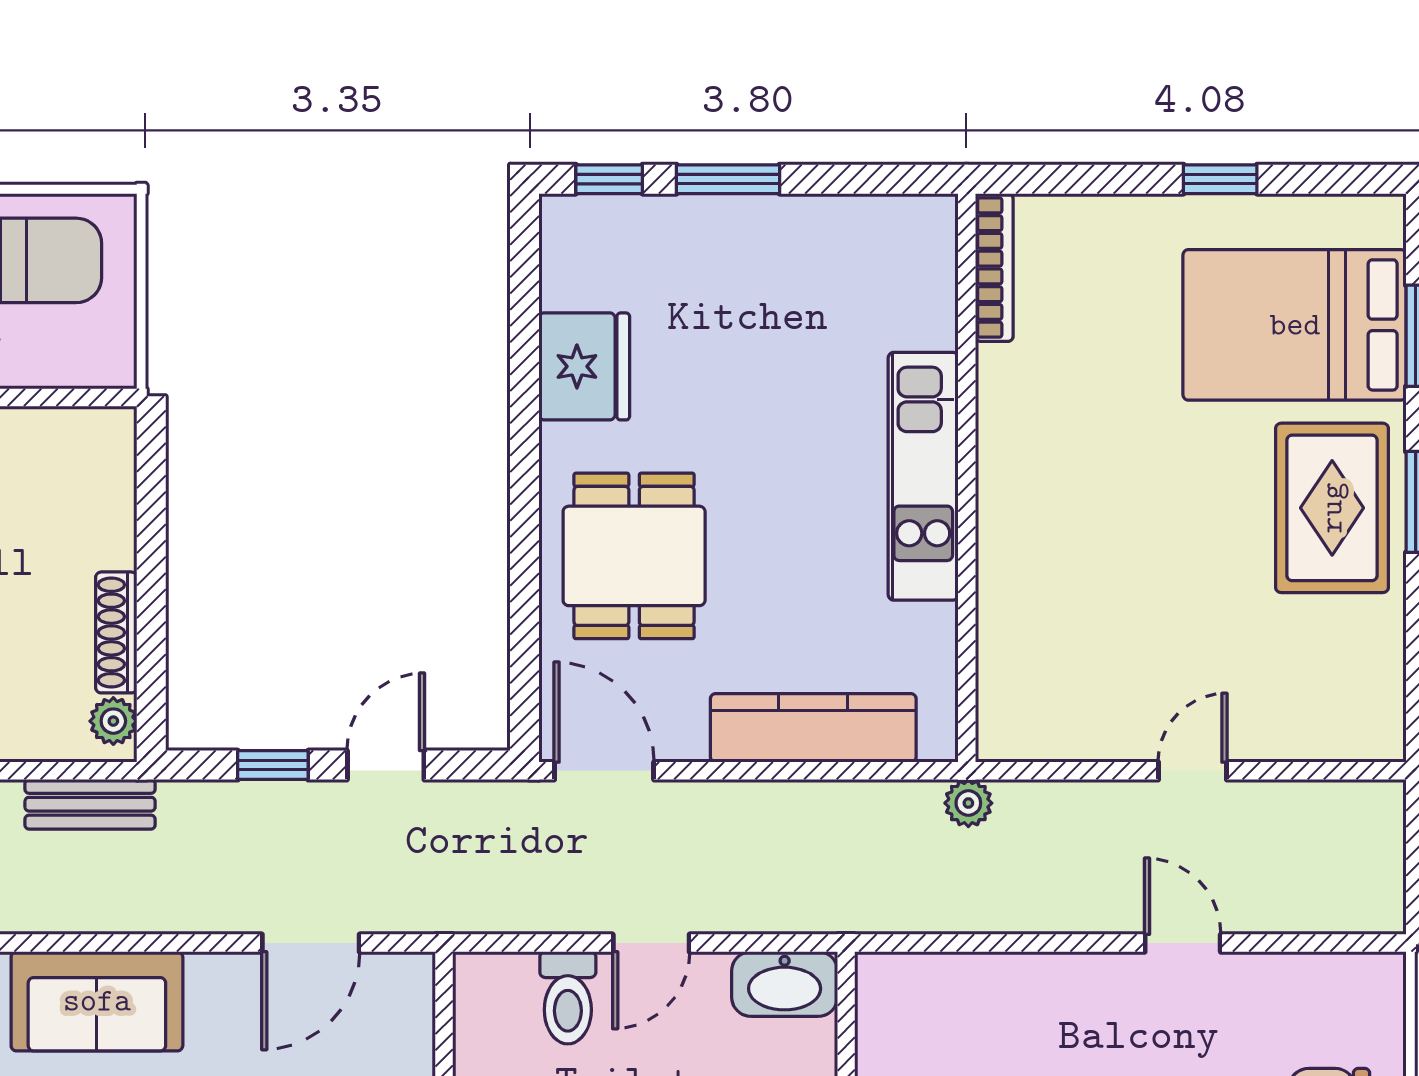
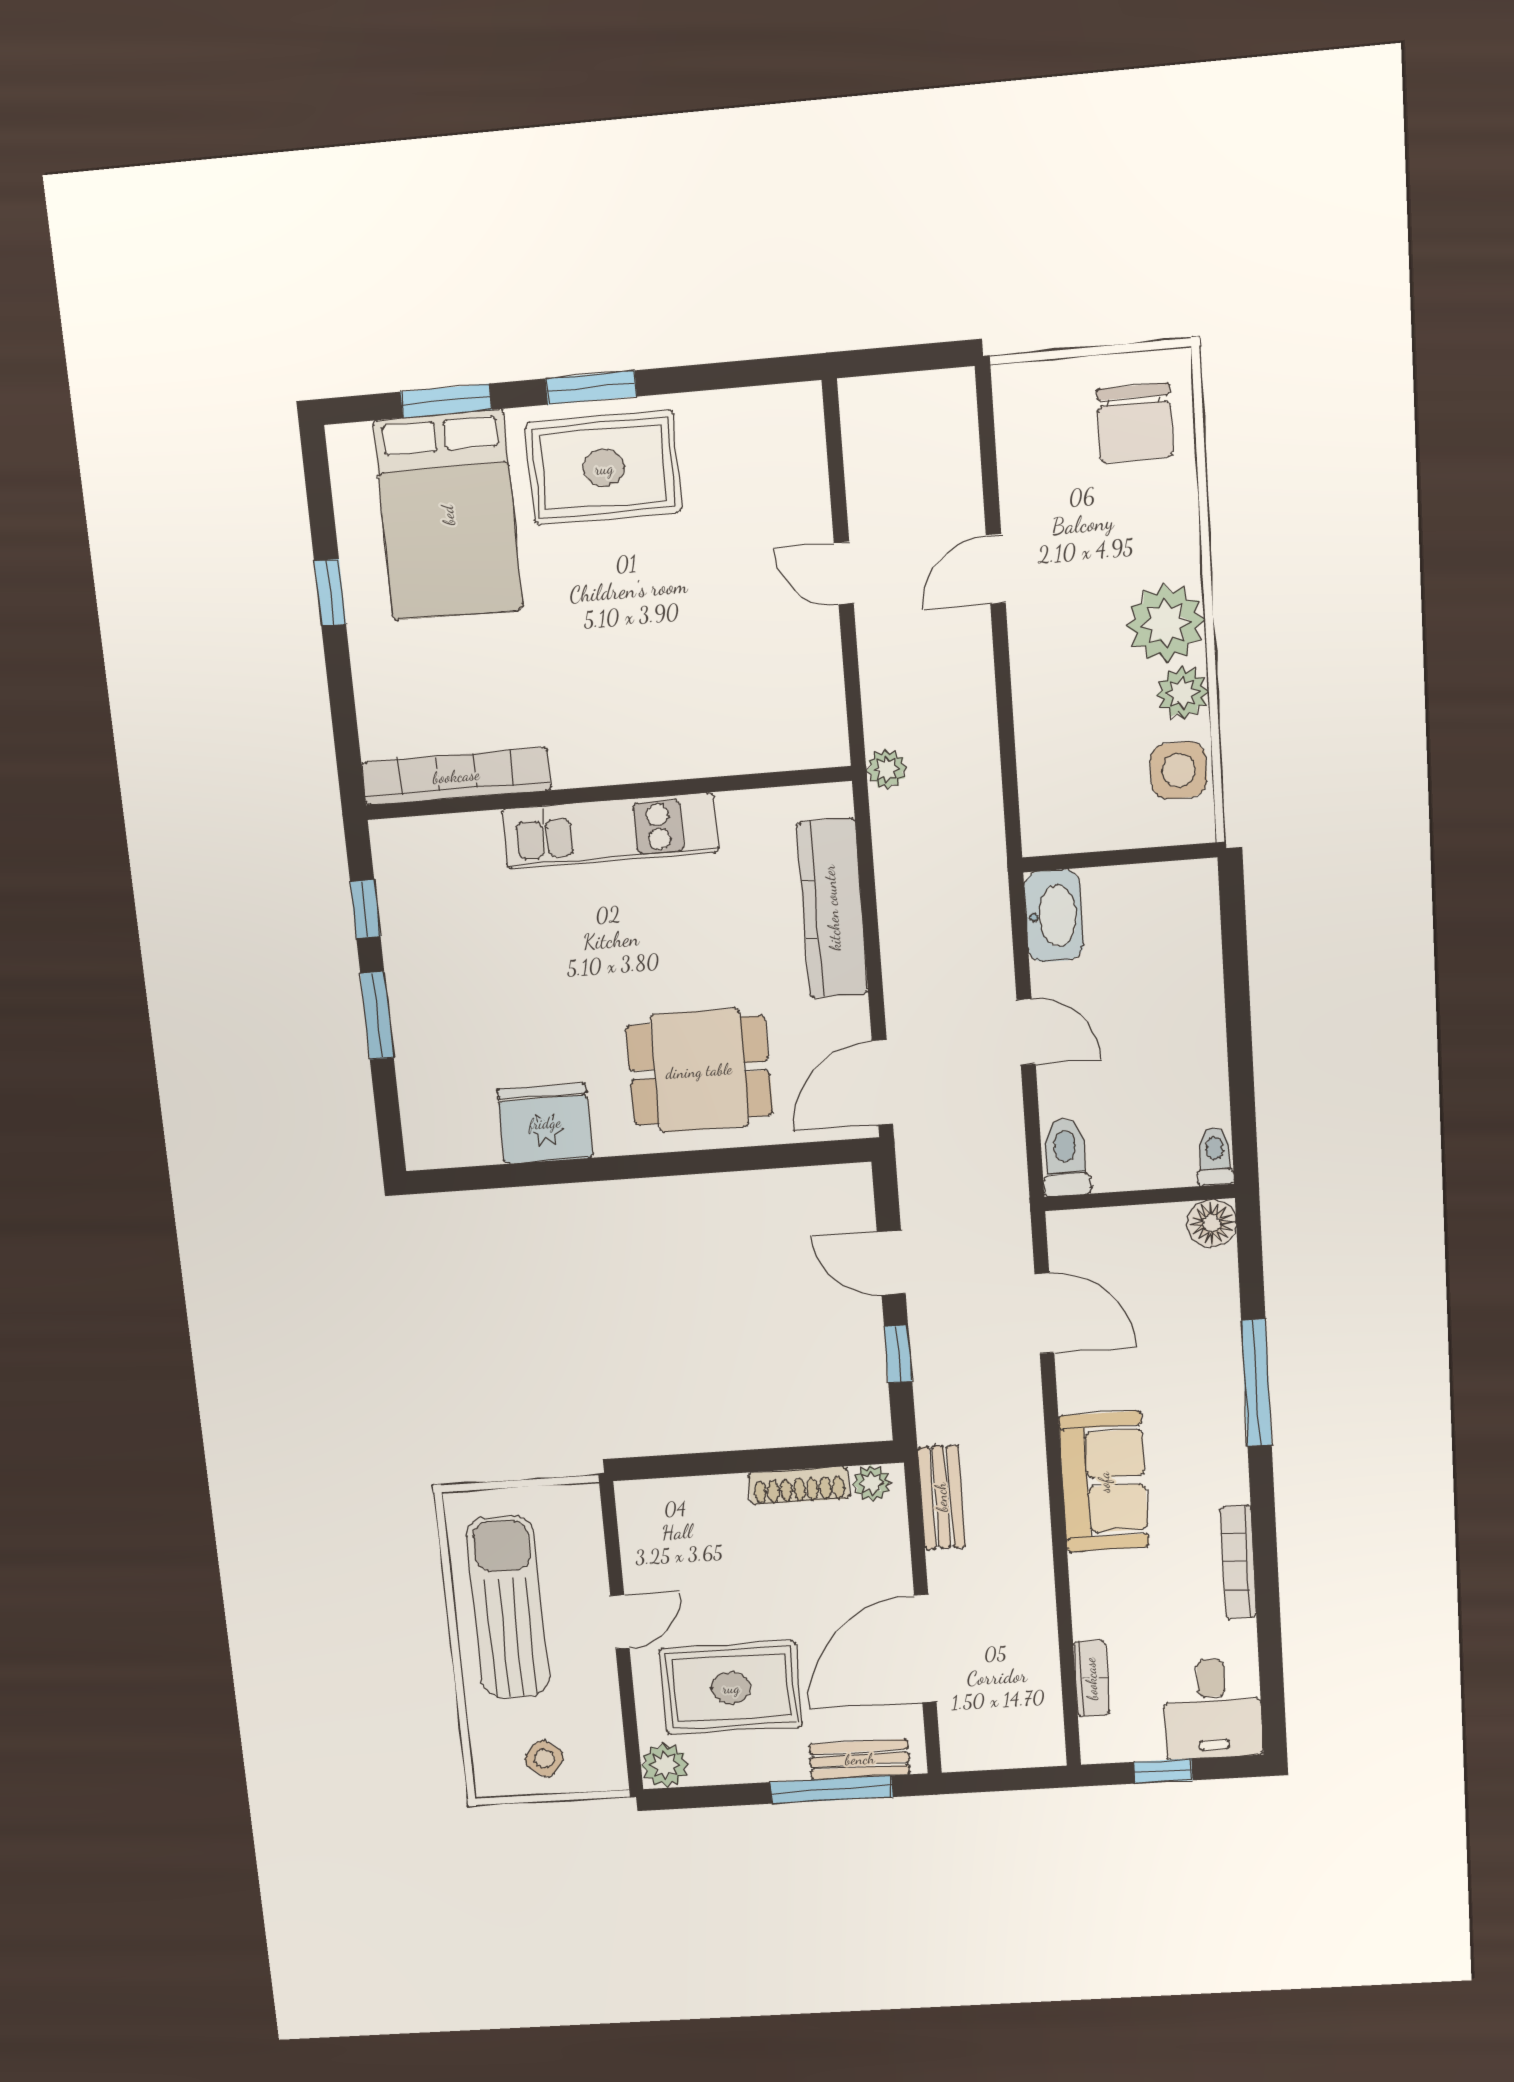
window: (609, 179) -> (365, 909), moved
bookcase: (994, 268) -> (456, 776), width x1.48, depth x1.31
toilet: (568, 998) -> (1065, 1157), moved, turned -90

